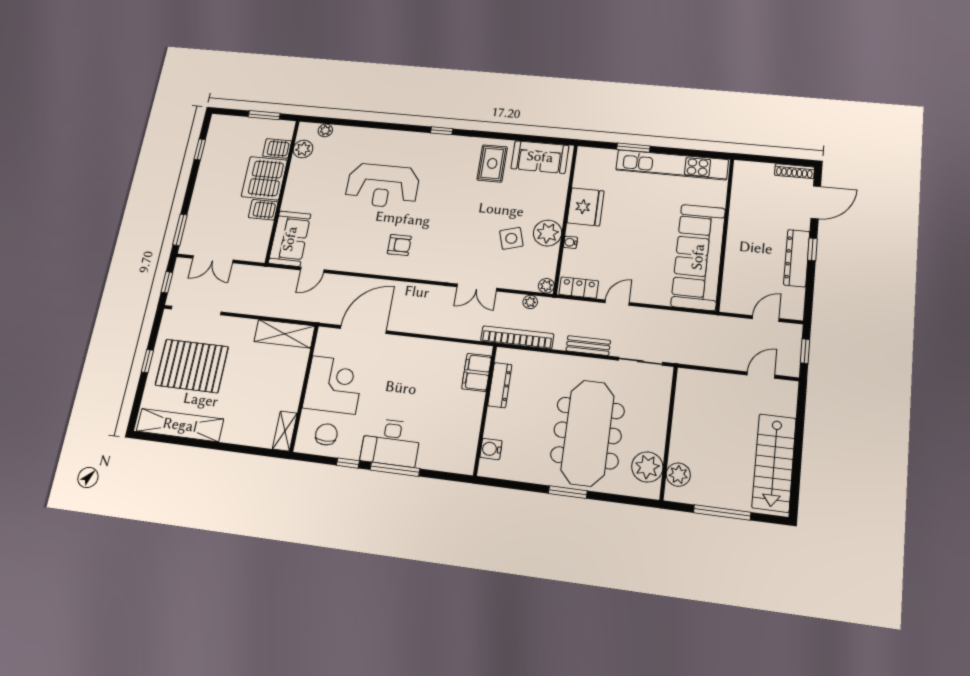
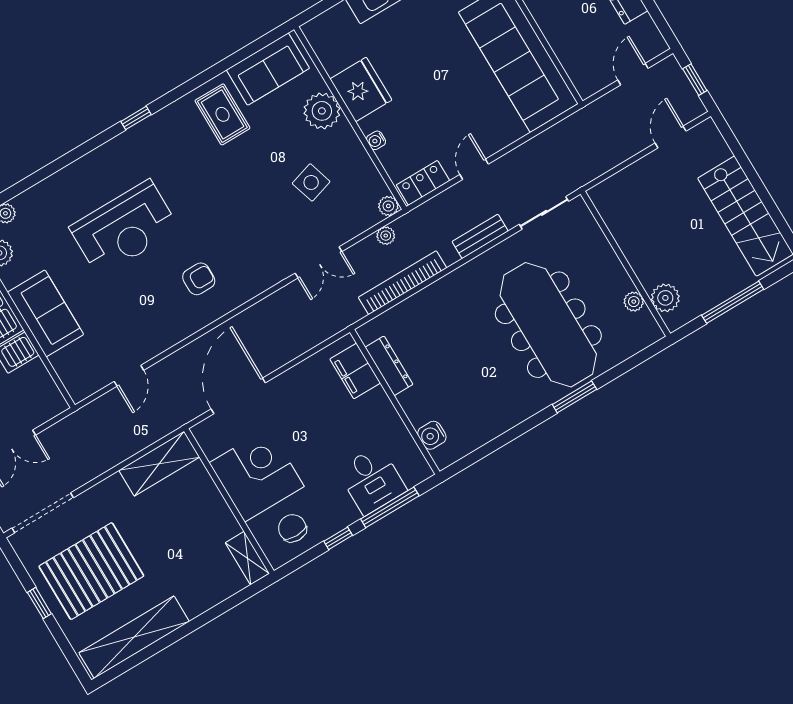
plant: (548, 233) -> (322, 111), moved
sofa: (290, 239) -> (45, 313), moved
filing cabinet: (477, 372) -> (355, 371), moved
dresser: (500, 385) -> (389, 366), moved
wall: (485, 410) -> (395, 402), moved
desk: (391, 442) -> (372, 480), width x0.73
water cooler: (491, 449) -> (432, 435), moved
plant: (647, 467) -> (634, 302), width x0.53, depth x0.53

